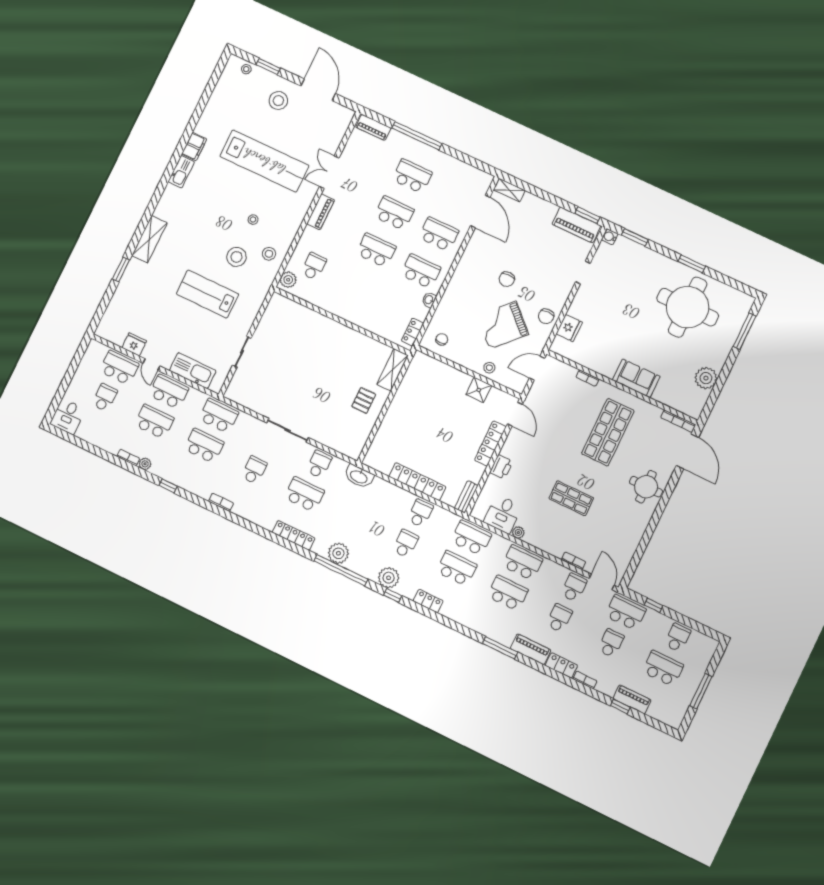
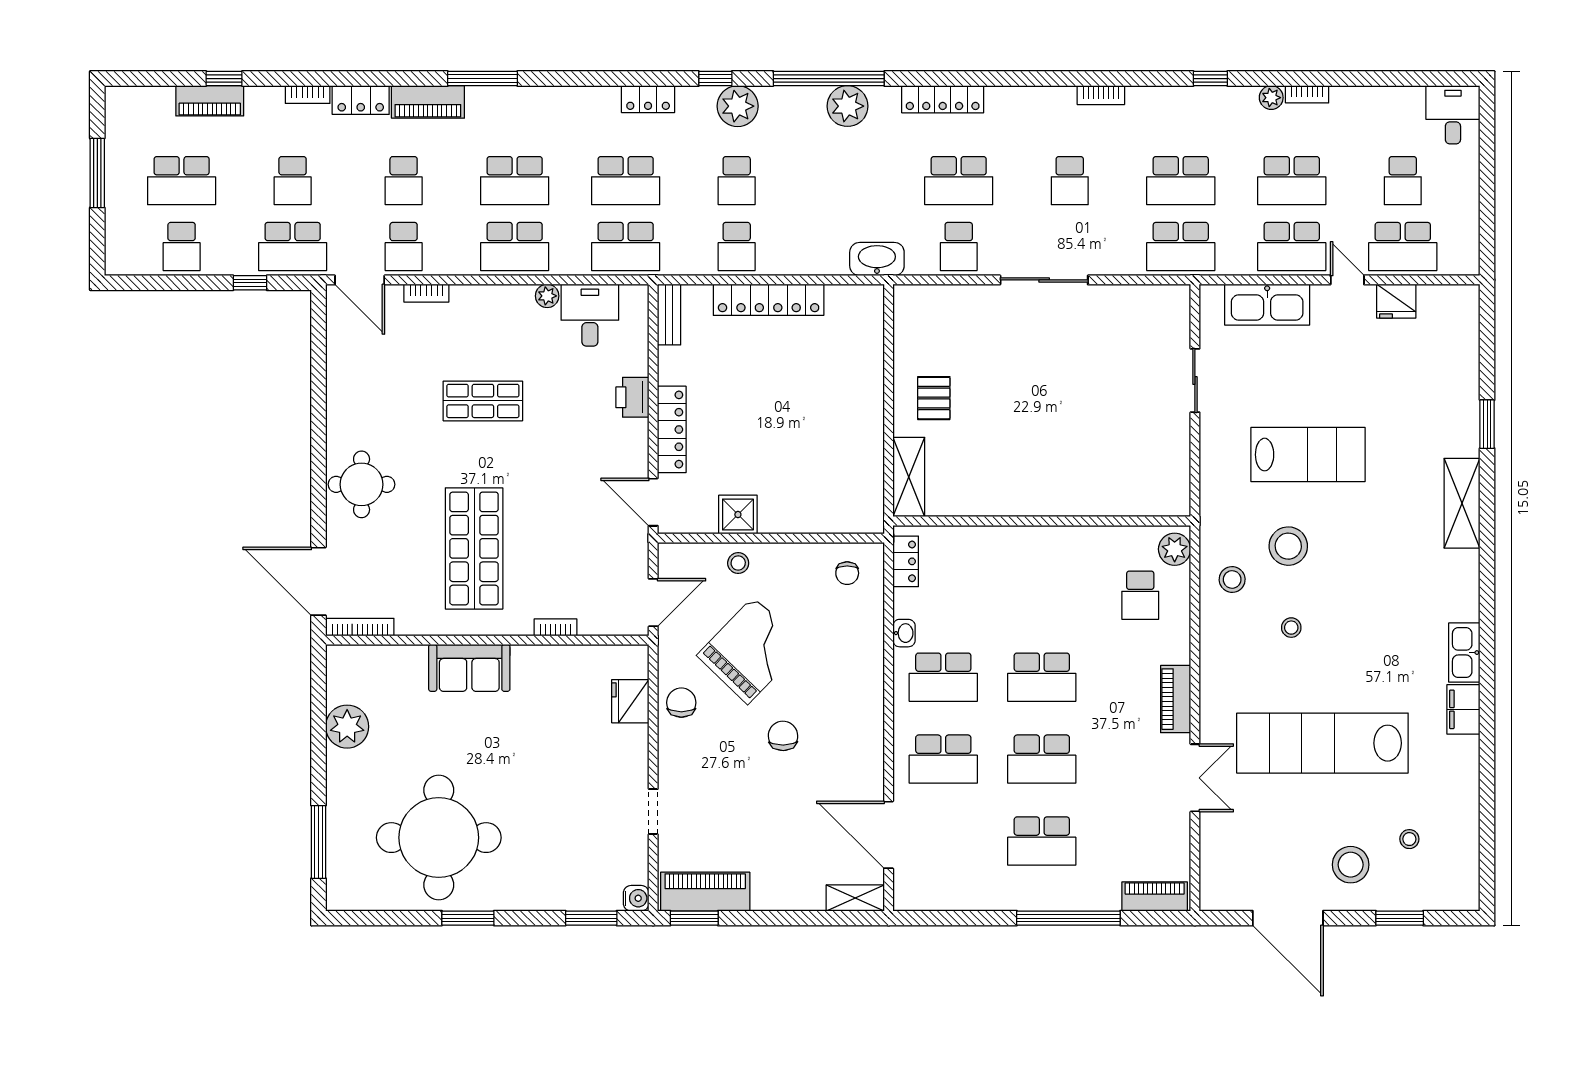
stool: (246, 69) -> (1409, 839), moved

